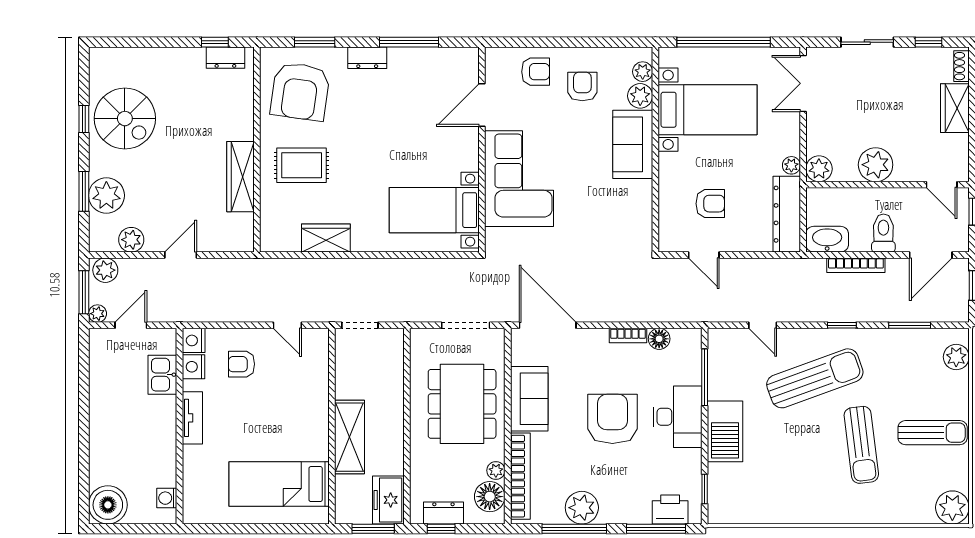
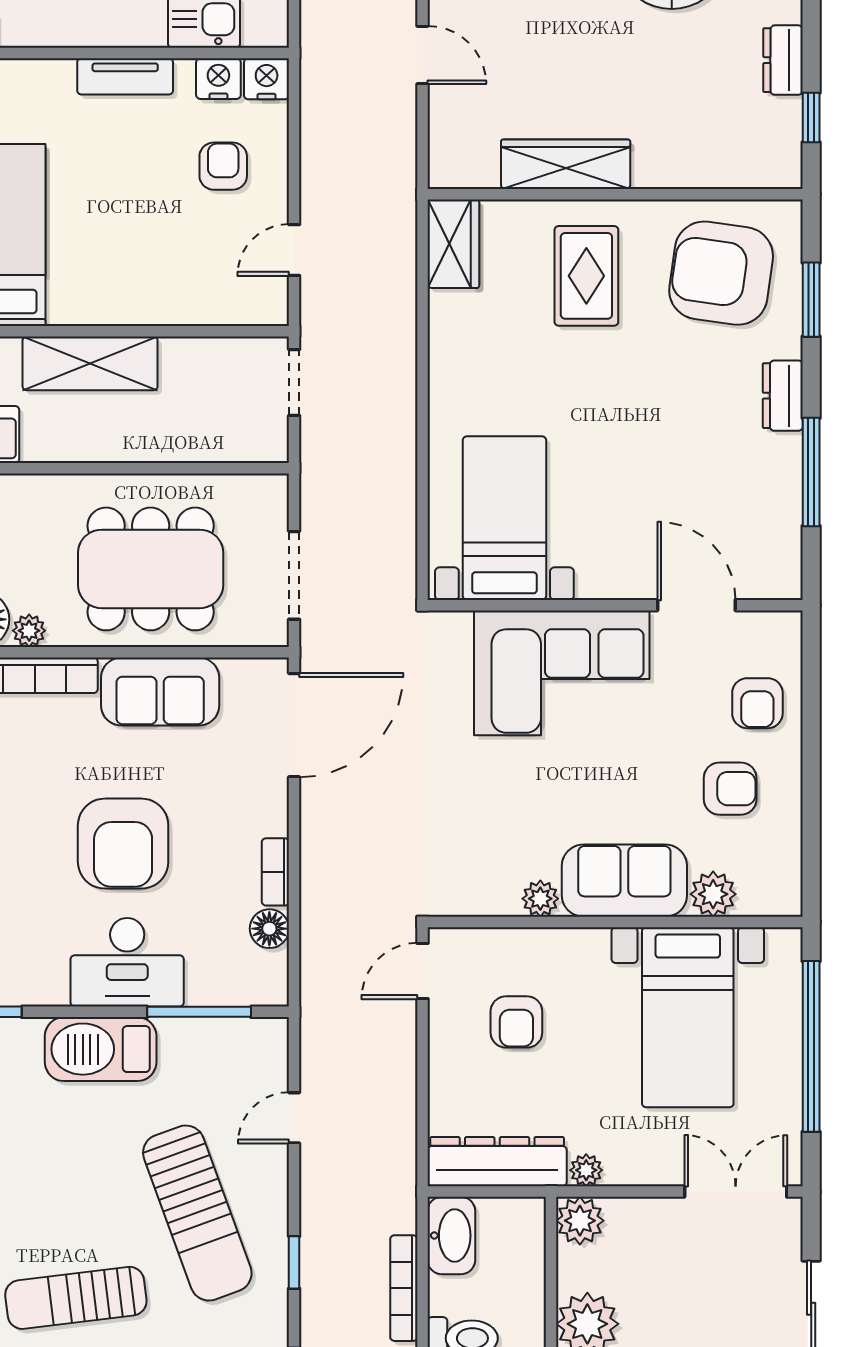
dresser: (225, 58) -> (783, 60), moved
plant: (643, 72) -> (540, 899), moved
wardrobe: (326, 238) -> (453, 244), moved
door: (704, 255) -> (423, 971), moved
armchair: (612, 419) -> (123, 844), turned 90

